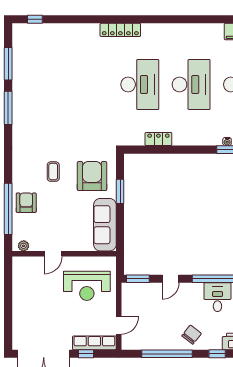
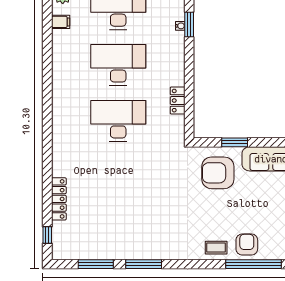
locker: (120, 30) -> (59, 199), moved
coffee table: (53, 172) -> (216, 248), moved
armchair: (26, 203) -> (247, 244), turned 90

